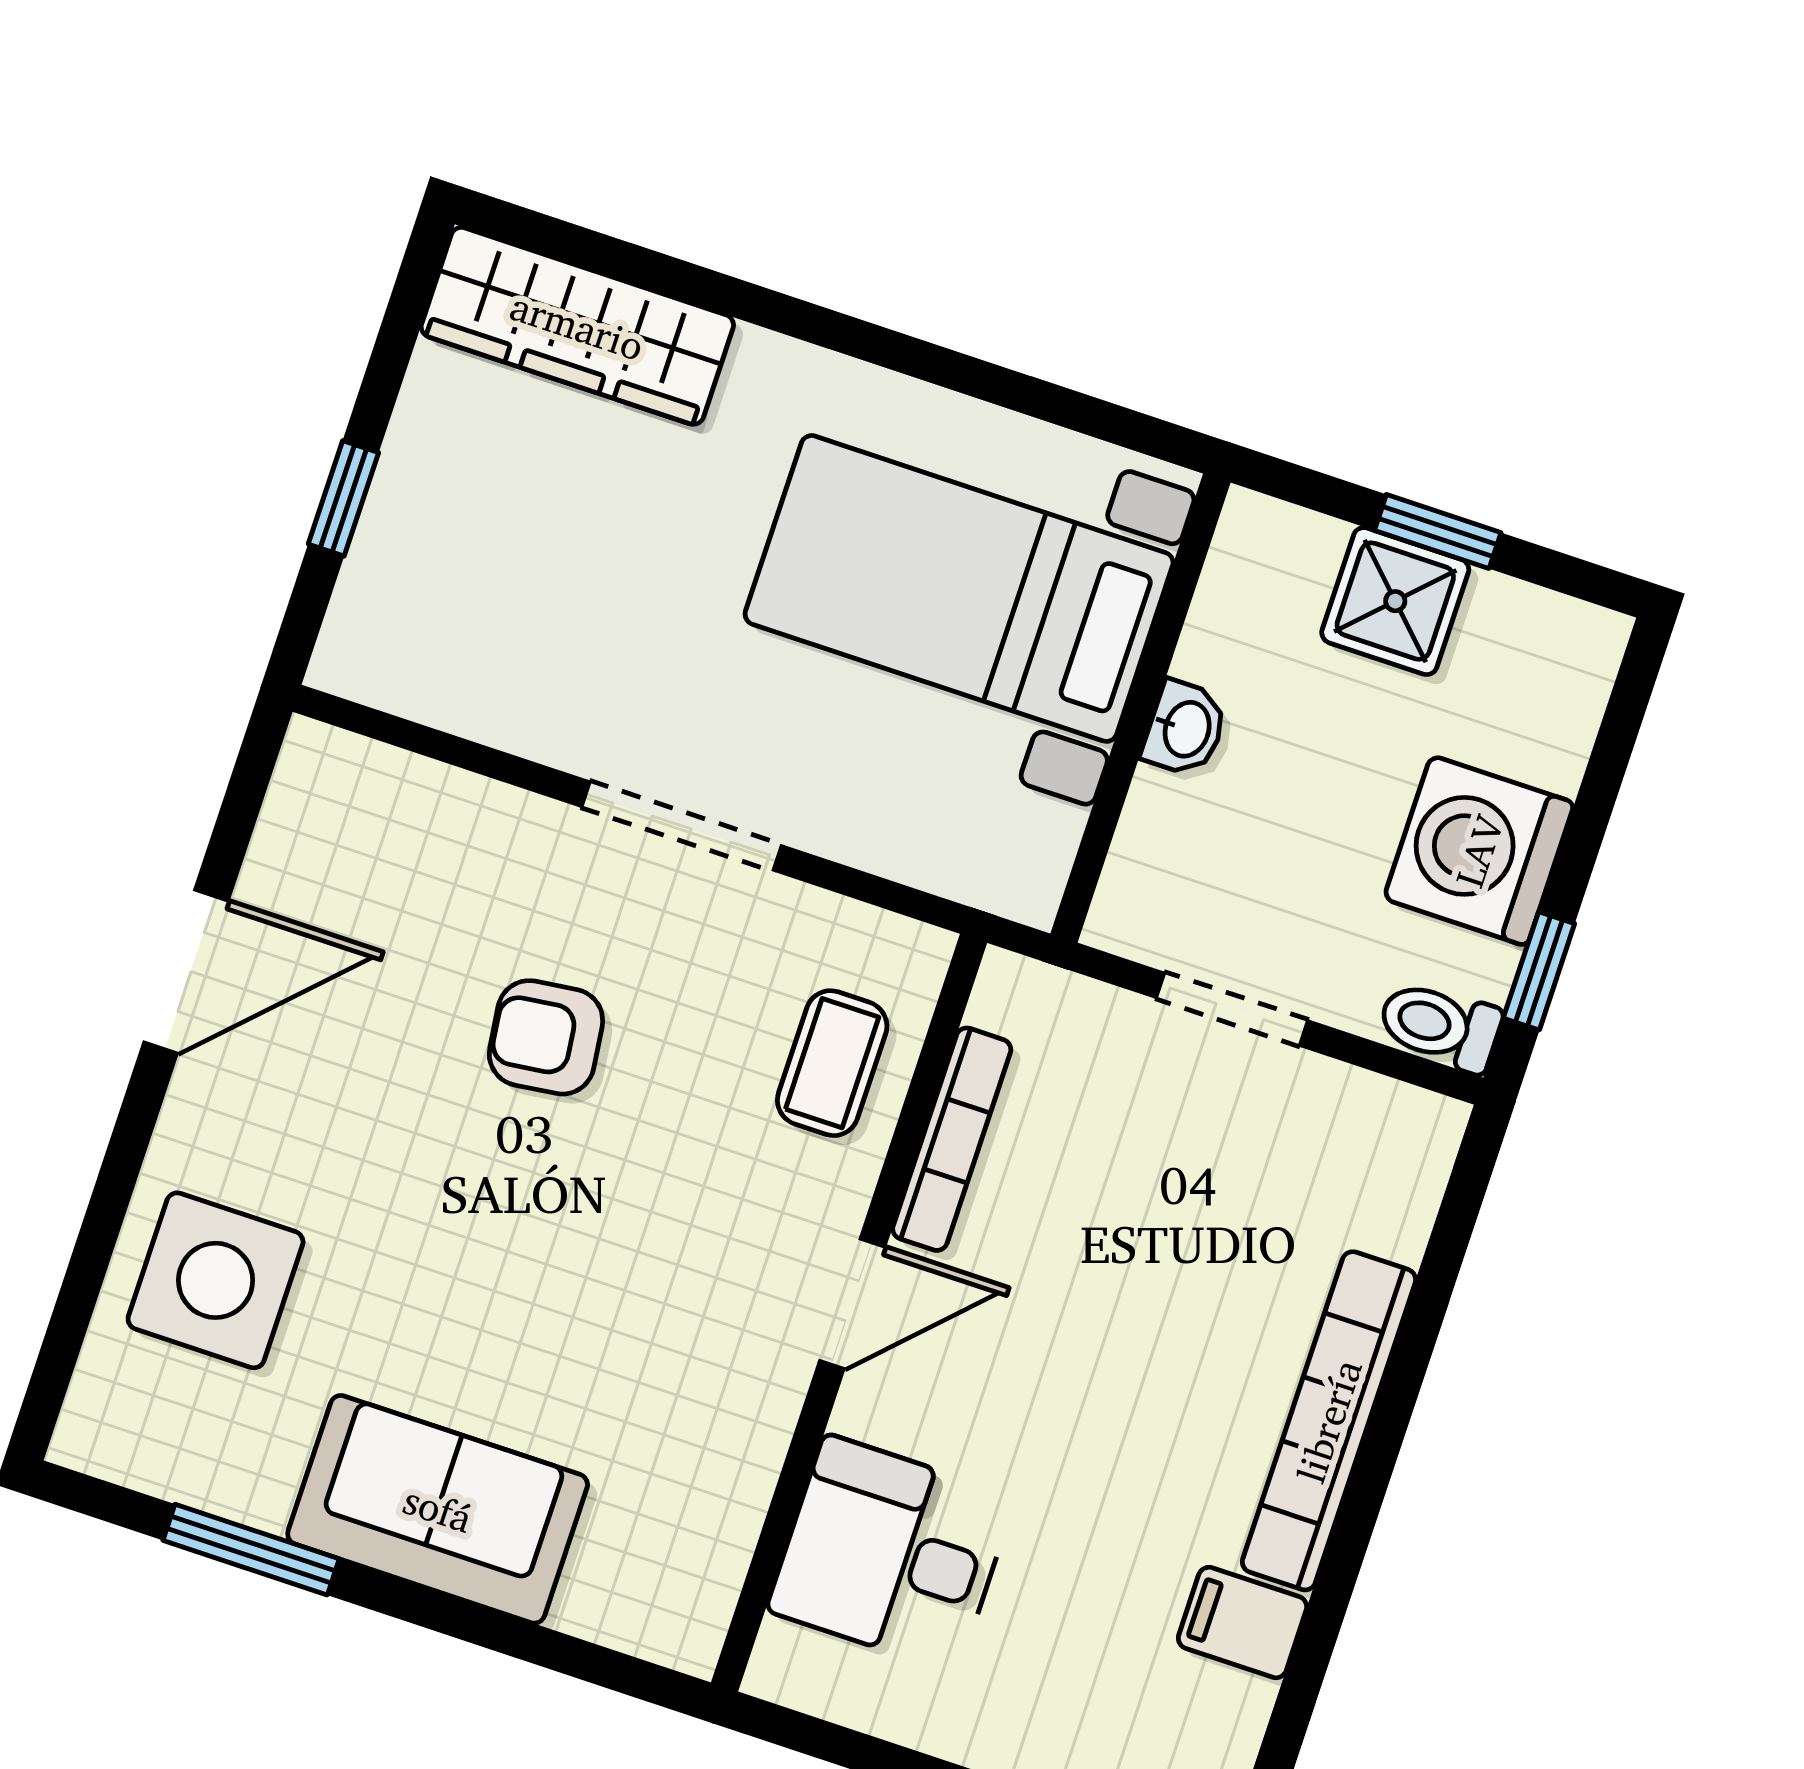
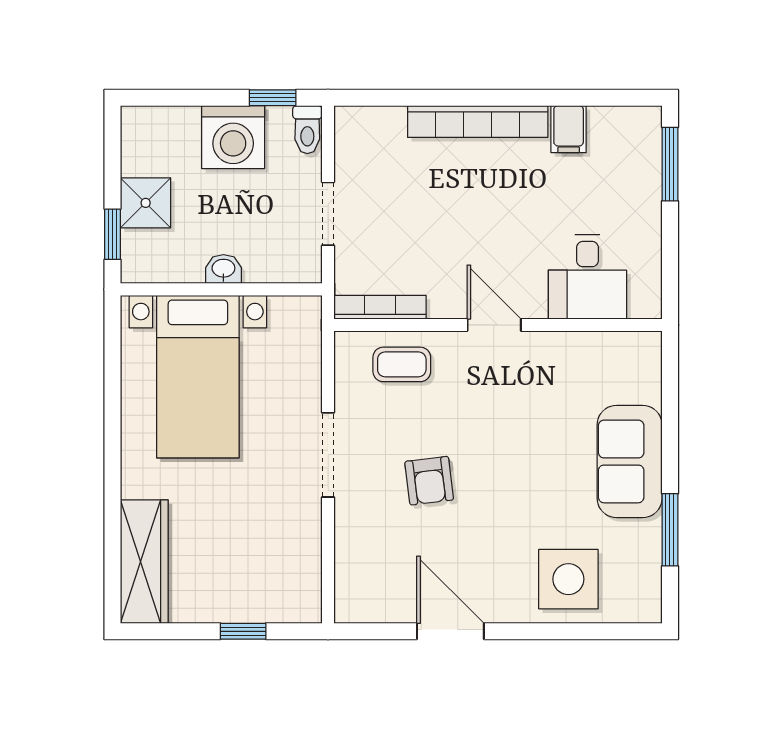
window: (1438, 531) -> (113, 234), moved
bookcase: (952, 1139) -> (380, 307), moved

